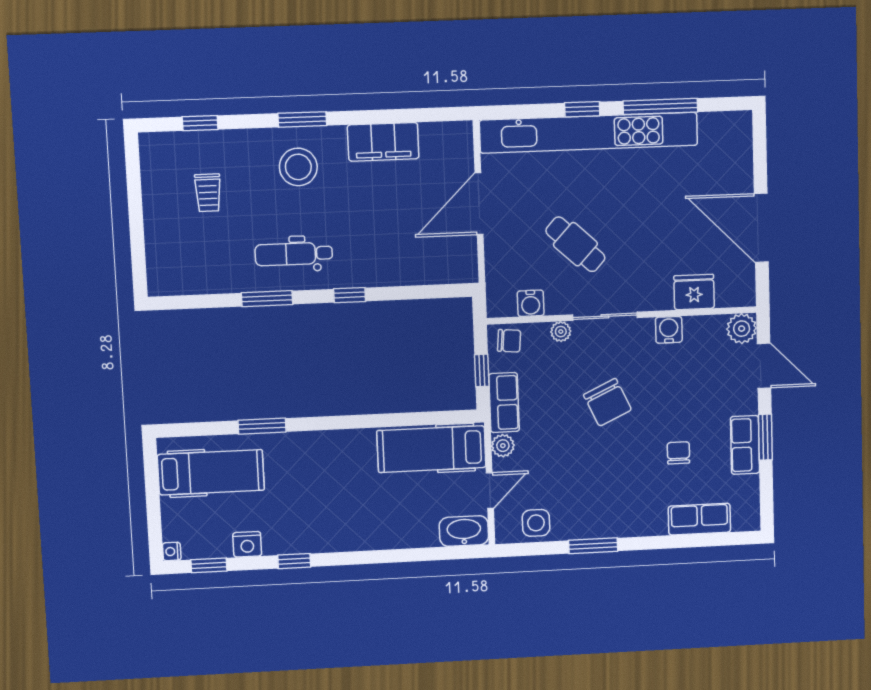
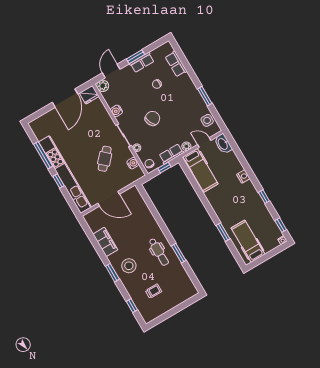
fridge: (694, 292) -> (89, 95), moved, turned -90
window: (350, 295) -> (163, 226), removed
nightstand: (247, 544) -> (243, 176), moved

